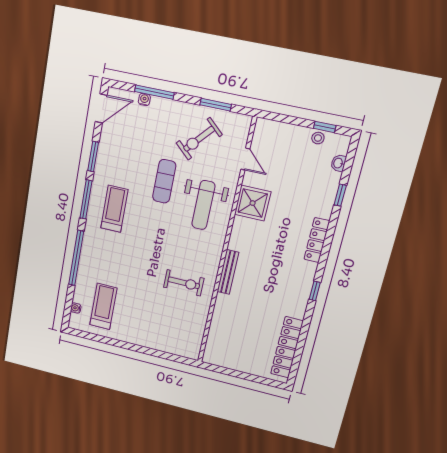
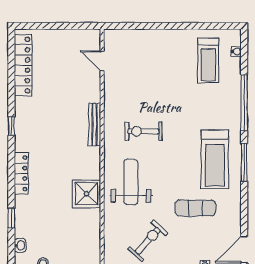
window: (93, 156) -> (244, 204), removed
door: (245, 159) -> (102, 61), moved
exercise mat: (164, 181) -> (195, 208), moved, turned 90
treadmill: (114, 209) -> (215, 159), width x1.37, depth x1.38
exercise bike: (184, 283) -> (143, 131), moved

